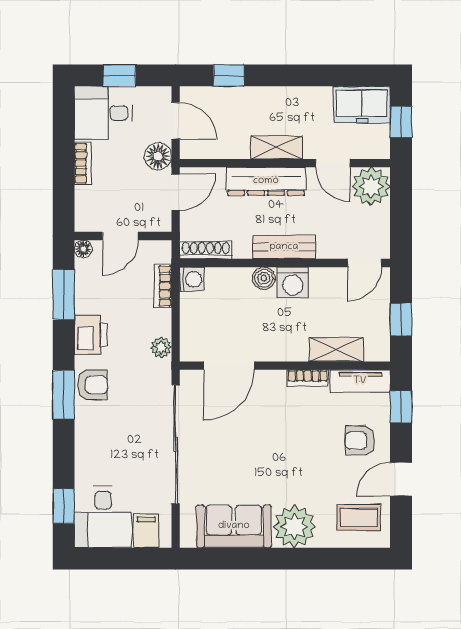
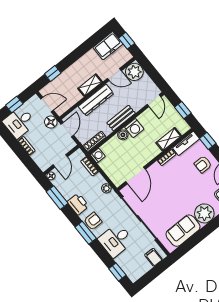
desk: (103, 517) -> (116, 240), moved, turned 90

